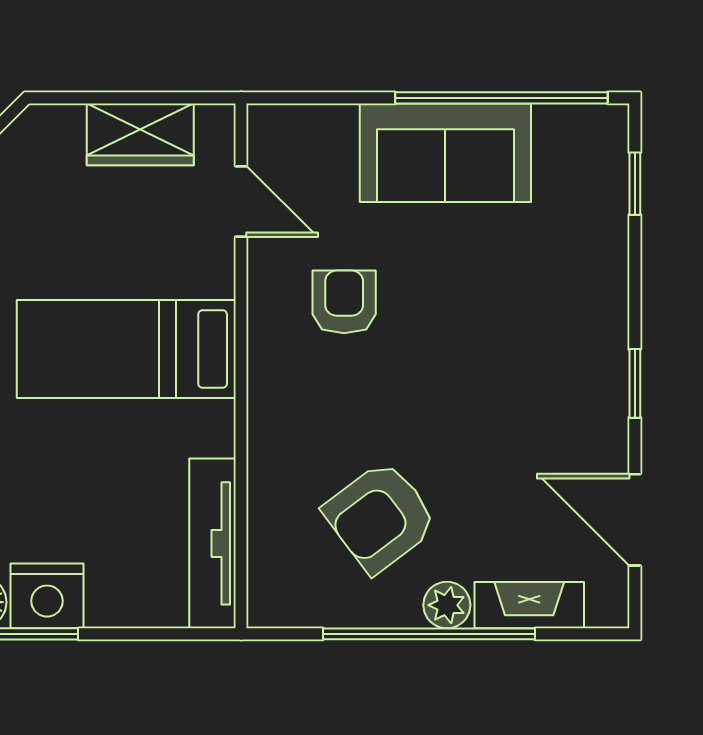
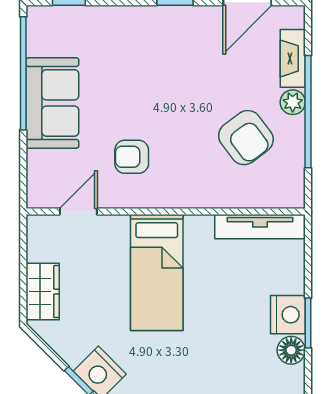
wardrobe: (140, 134) -> (43, 292), moved

